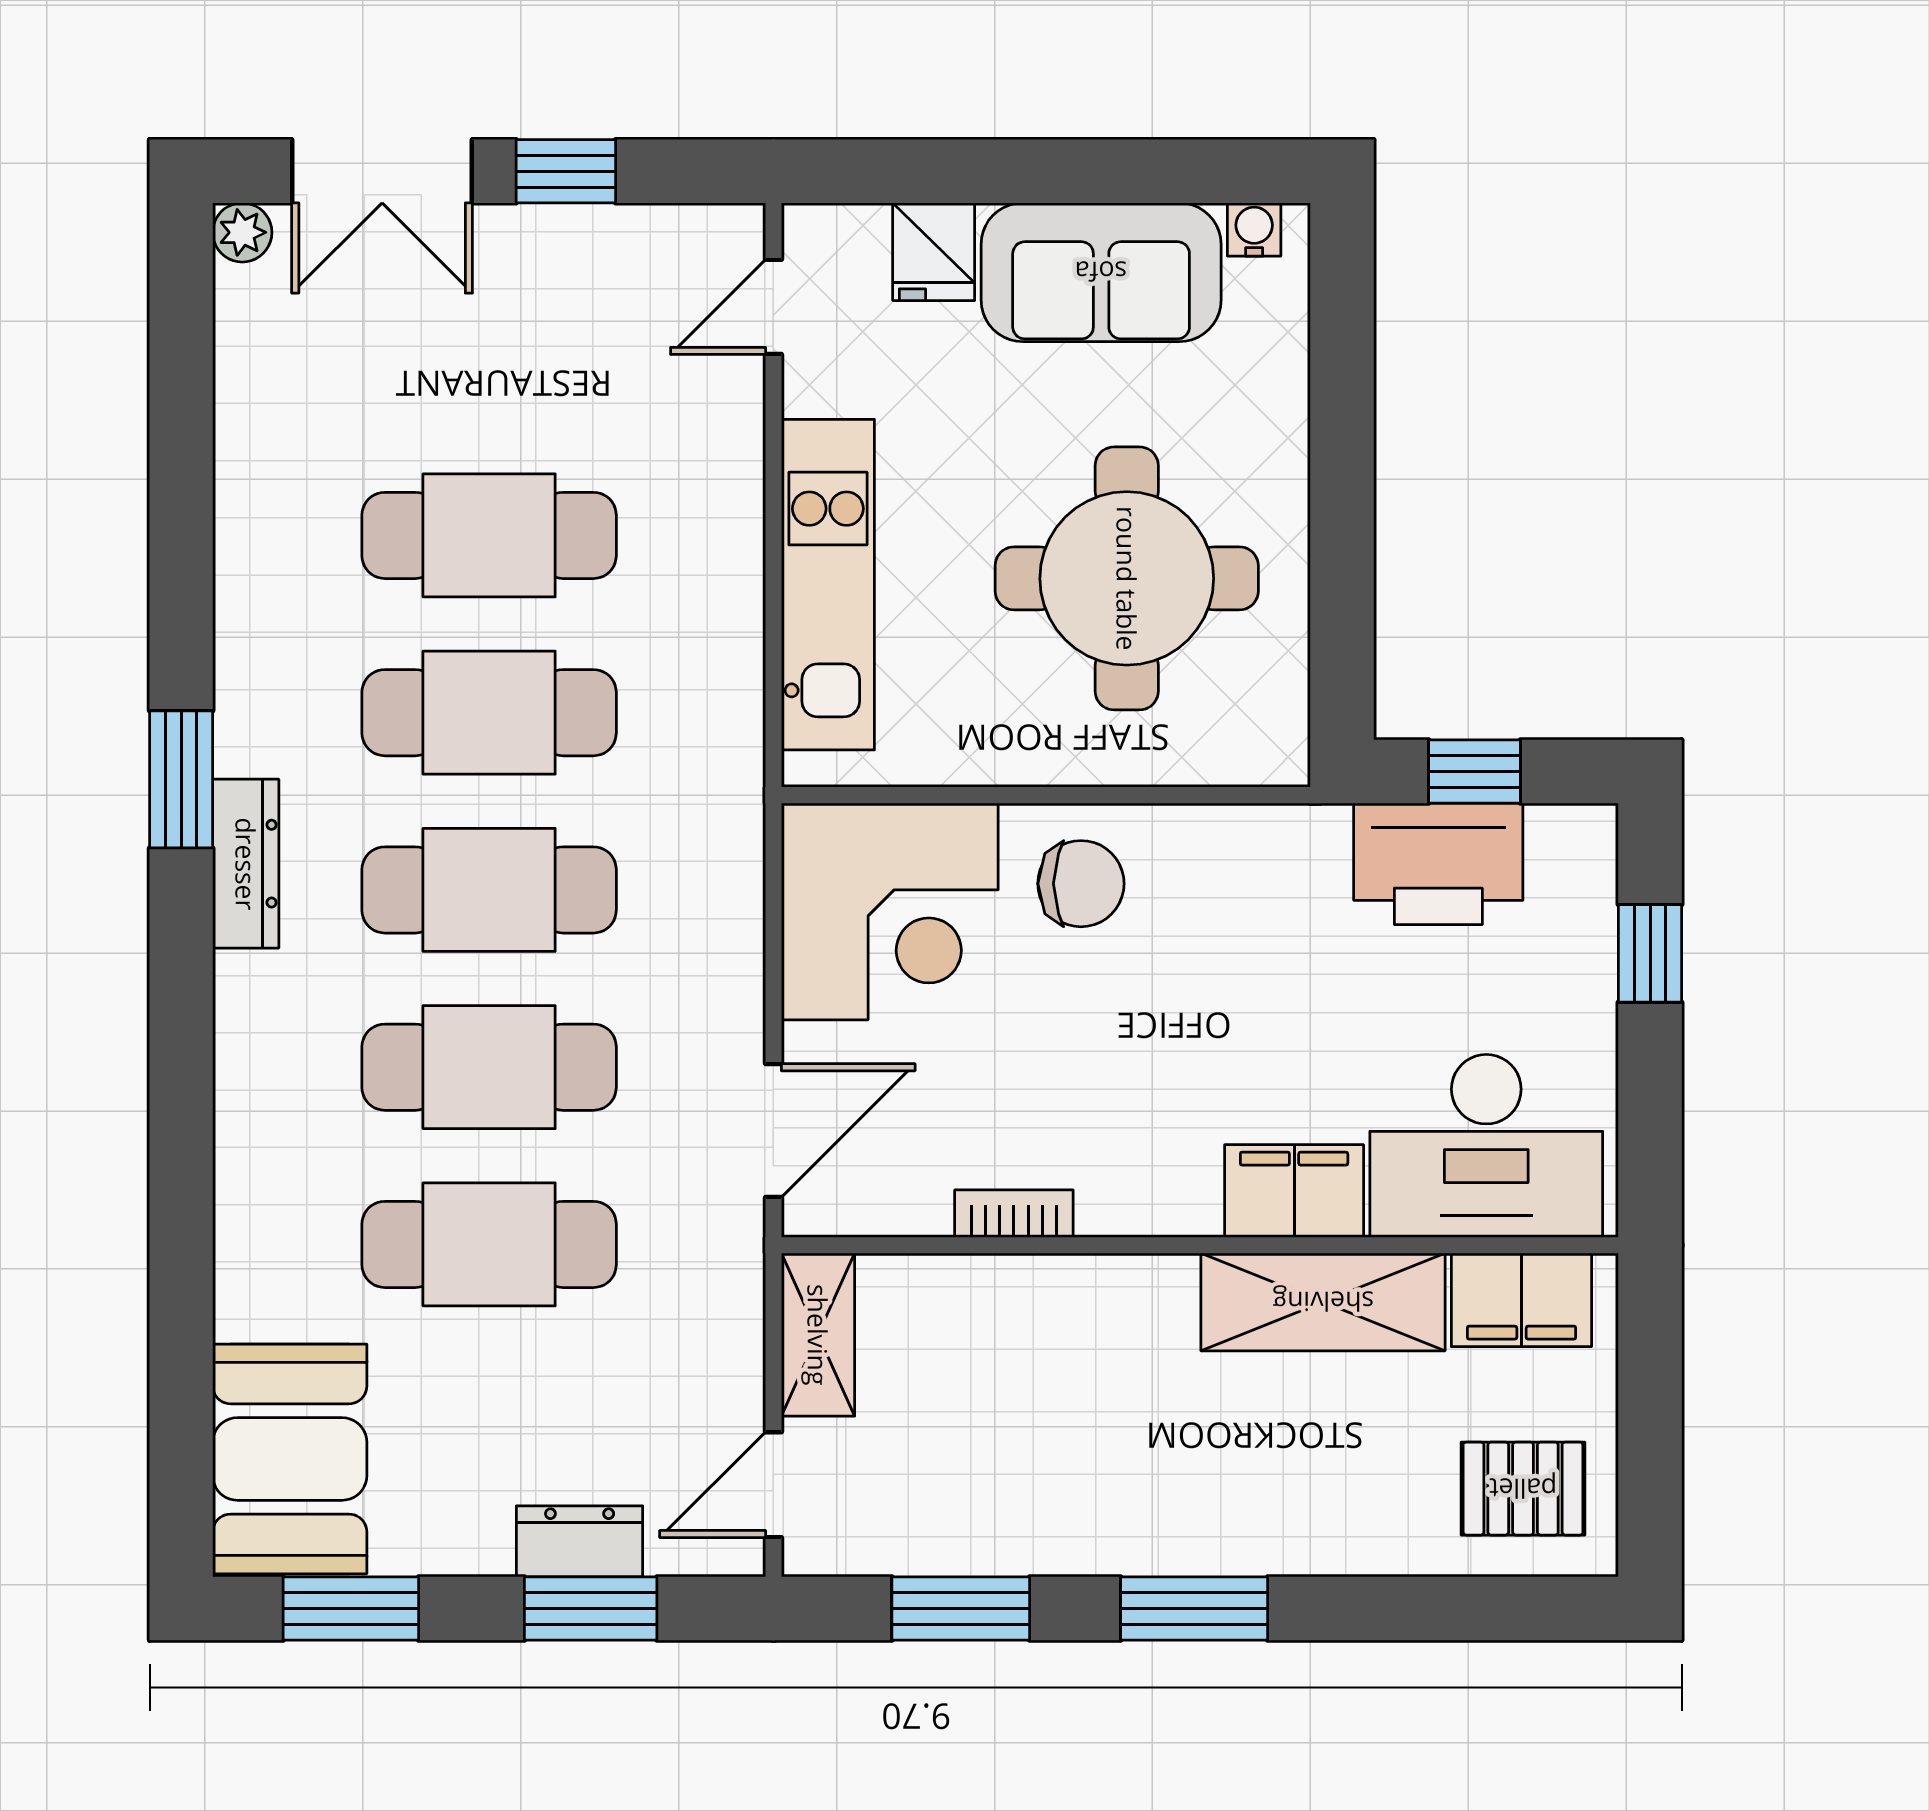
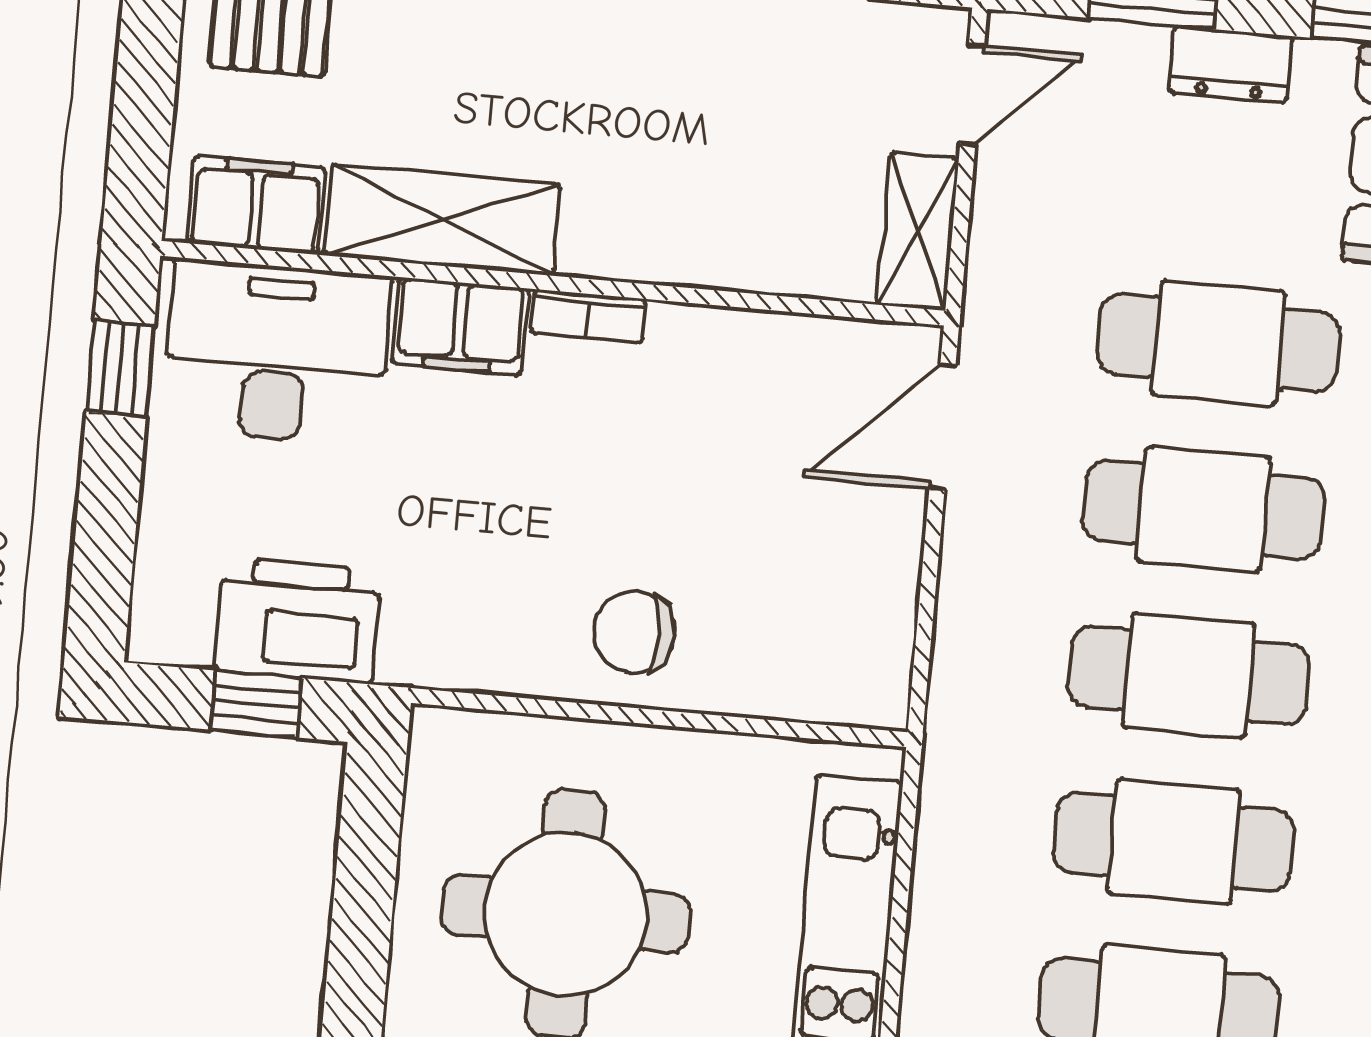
corner desk: (890, 911) -> (815, 622), removed
window: (1650, 953) -> (120, 369), moved
bookcase: (1014, 1214) -> (588, 316), moved
dresser: (580, 1541) -> (1231, 64), moved

